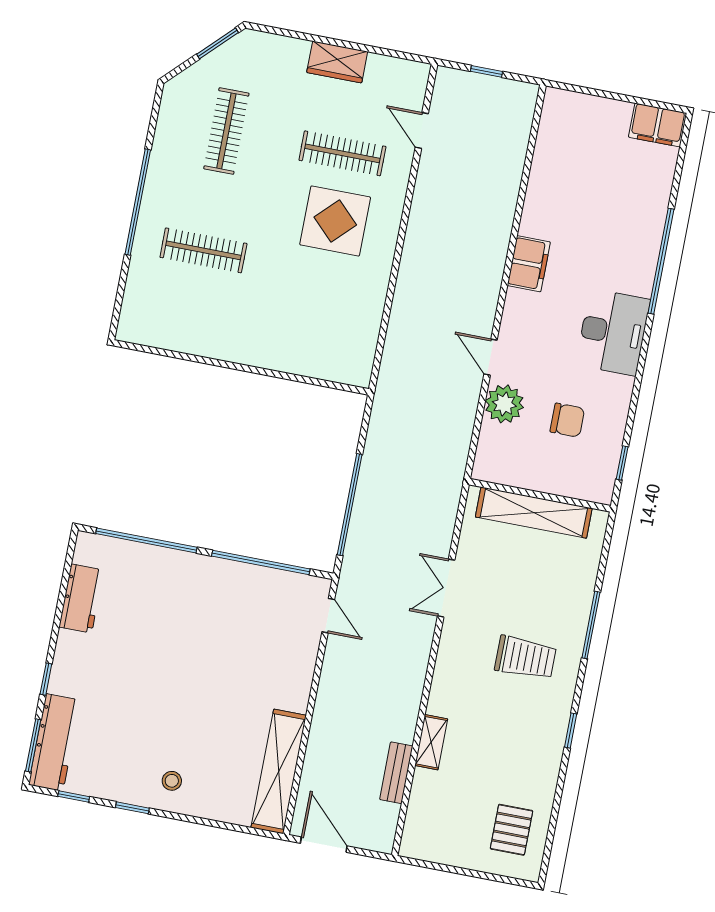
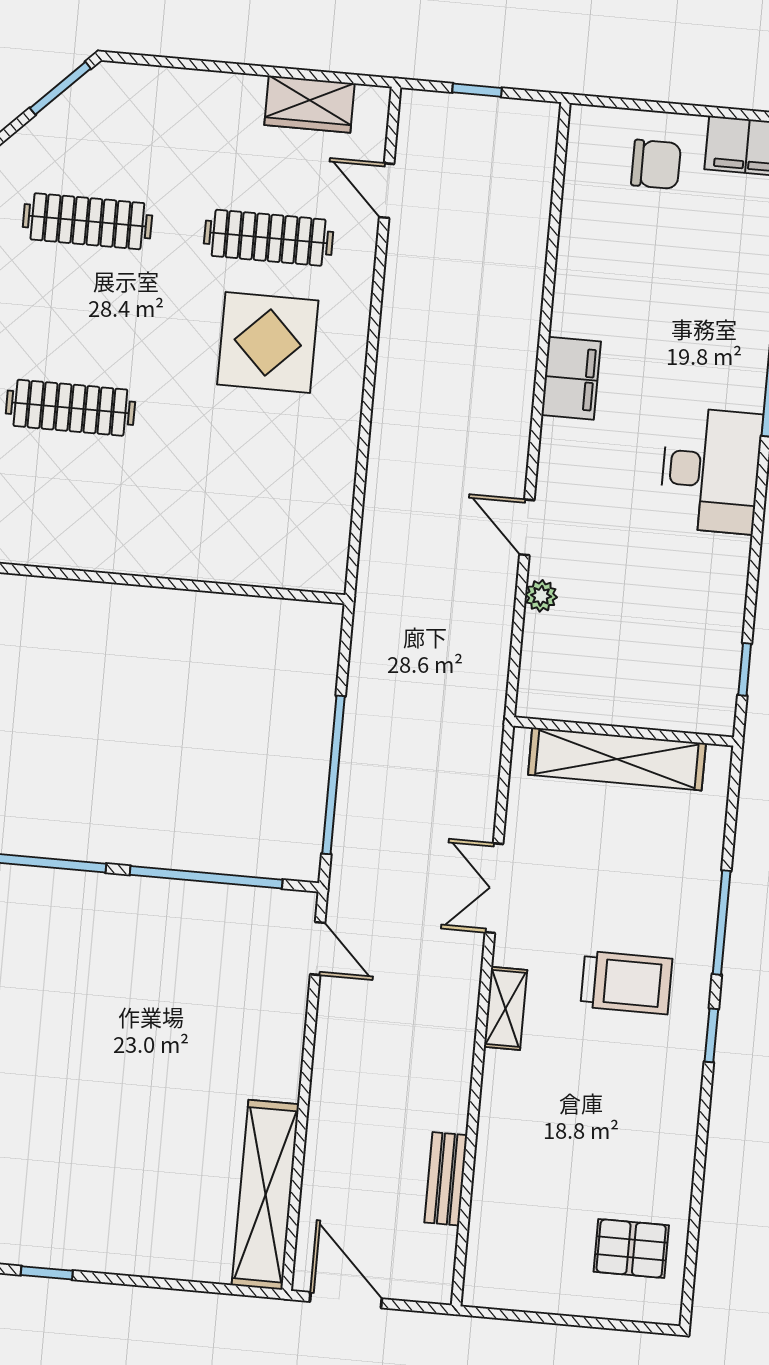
wardrobe: (337, 62) -> (310, 104), moved
clothes rail: (226, 131) -> (87, 221), turned 90
plant: (504, 404) -> (541, 596), width x0.53, depth x0.53
chair: (567, 420) -> (656, 164), moved
window: (571, 730) -> (711, 1035), moved
shelving: (431, 742) -> (506, 1008), moved
stool: (172, 781) -> (103, 1226), removed
pallet: (511, 830) -> (631, 1248), turned 90

